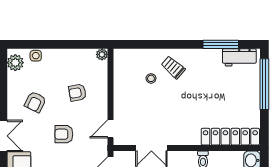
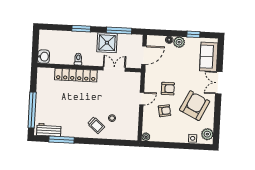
armchair: (35, 102) -> (195, 106), width x1.88, depth x1.88
door: (111, 129) -> (142, 99), moved
armchair: (64, 134) -> (168, 89), moved
locker: (230, 137) -> (76, 75), moved

